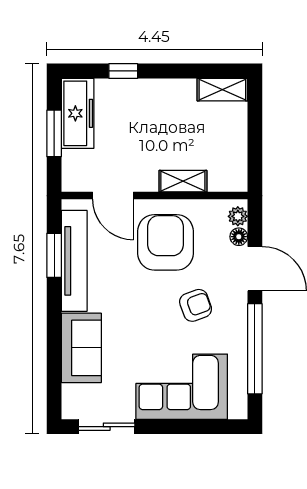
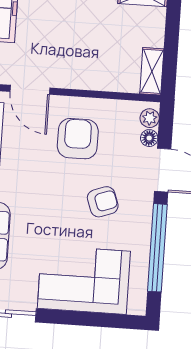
shelving: (183, 181) -> (152, 71), moved, turned 90
armchair: (166, 242) -> (78, 139), width x0.73, depth x0.73

